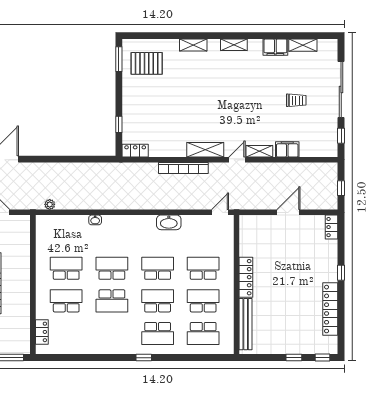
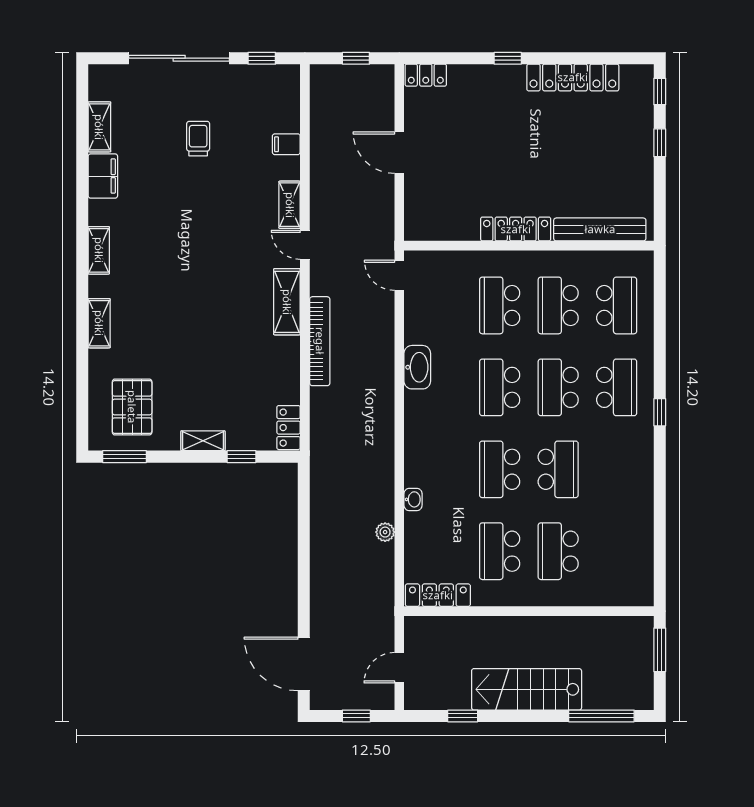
shelving: (128, 103) -> (203, 441), added
filing cabinet: (287, 149) -> (286, 144), width x0.50
plant: (50, 204) -> (385, 532), moved
locker: (42, 332) -> (438, 595), moved, width x1.53

